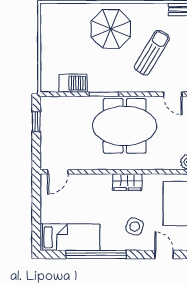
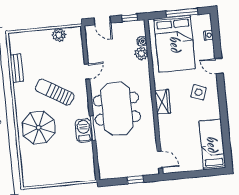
barbecue: (73, 83) -> (84, 131), moved
window: (36, 122) -> (135, 180), moved
window: (96, 254) -> (224, 122), removed
door: (164, 254) -> (219, 66), hinge flipped

